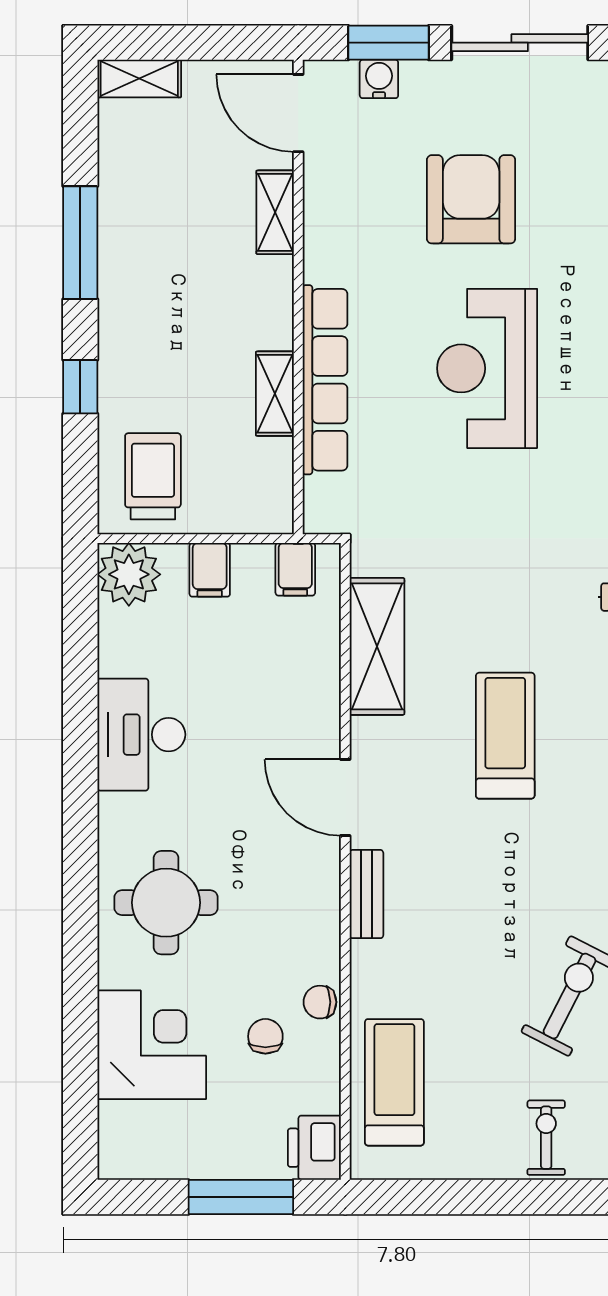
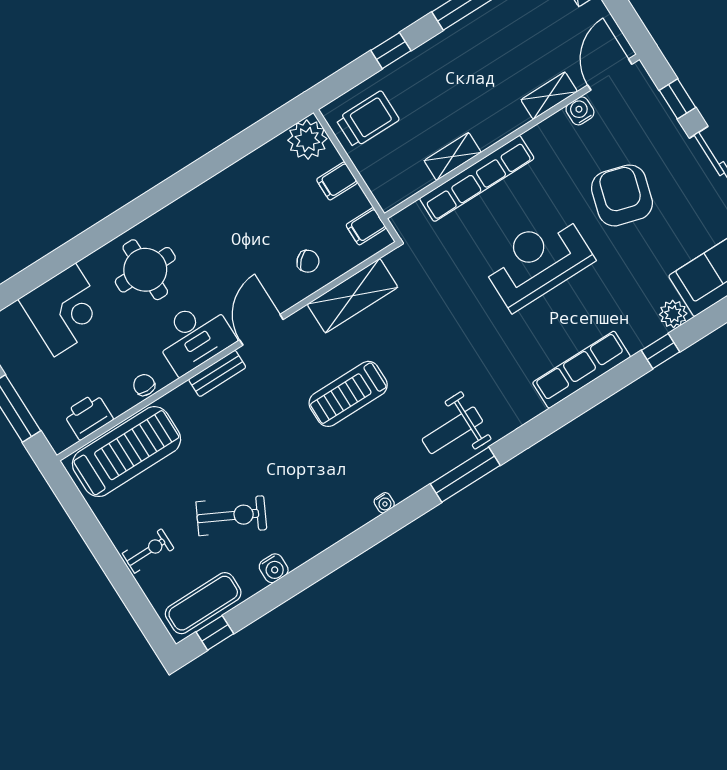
window: (388, 43) -> (678, 99), width x0.67
water cooler: (379, 79) -> (580, 111), moved, turned -90
armchair: (471, 199) -> (622, 195), turned -74
desk: (141, 735) -> (194, 336), moved, turned 180
treadmill: (505, 736) -> (348, 394), turned 180
chair: (265, 1036) -> (308, 261), moved, turned 46
treadmill: (394, 1082) -> (127, 452), width x1.37, depth x1.38
printer: (314, 1148) -> (88, 416), moved

